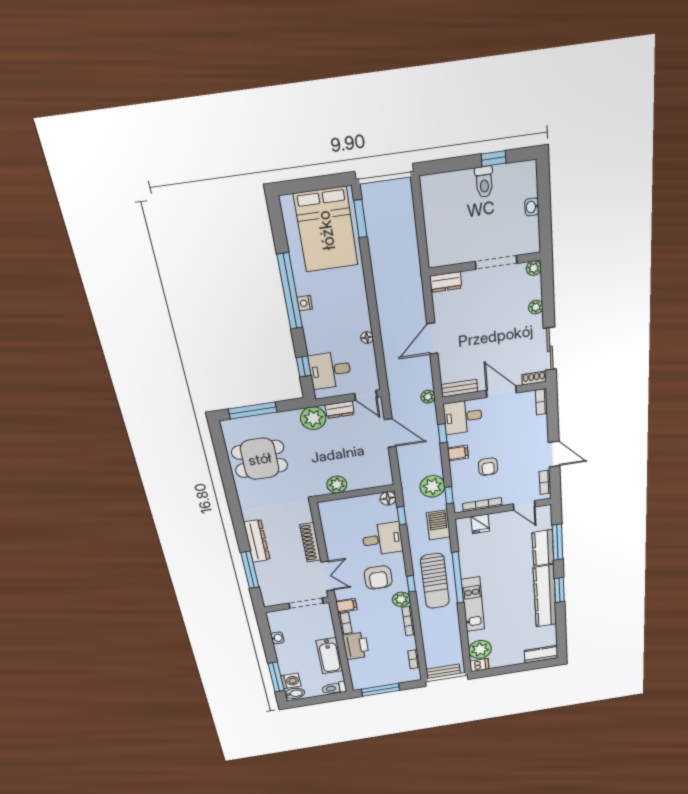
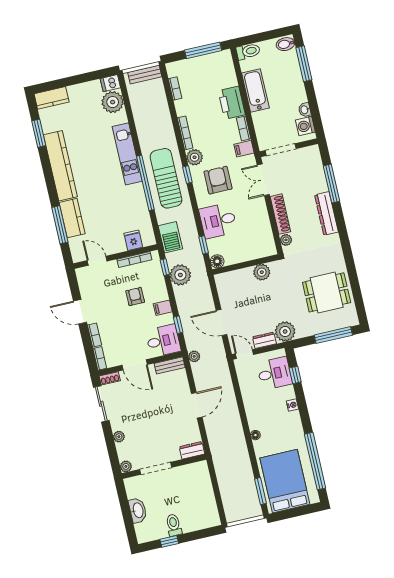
washbasin: (532, 207) -> (138, 510), width x1.91, depth x1.45
window: (290, 291) -> (315, 461), moved
nightstand: (305, 303) -> (292, 405), moved
floor lamp: (367, 337) -> (255, 435), moved
bookcase: (545, 482) -> (94, 335), moved
plant: (306, 516) -> (286, 240), added
window: (559, 590) -> (39, 133), moved
washing machine: (291, 681) -> (305, 126), moved

